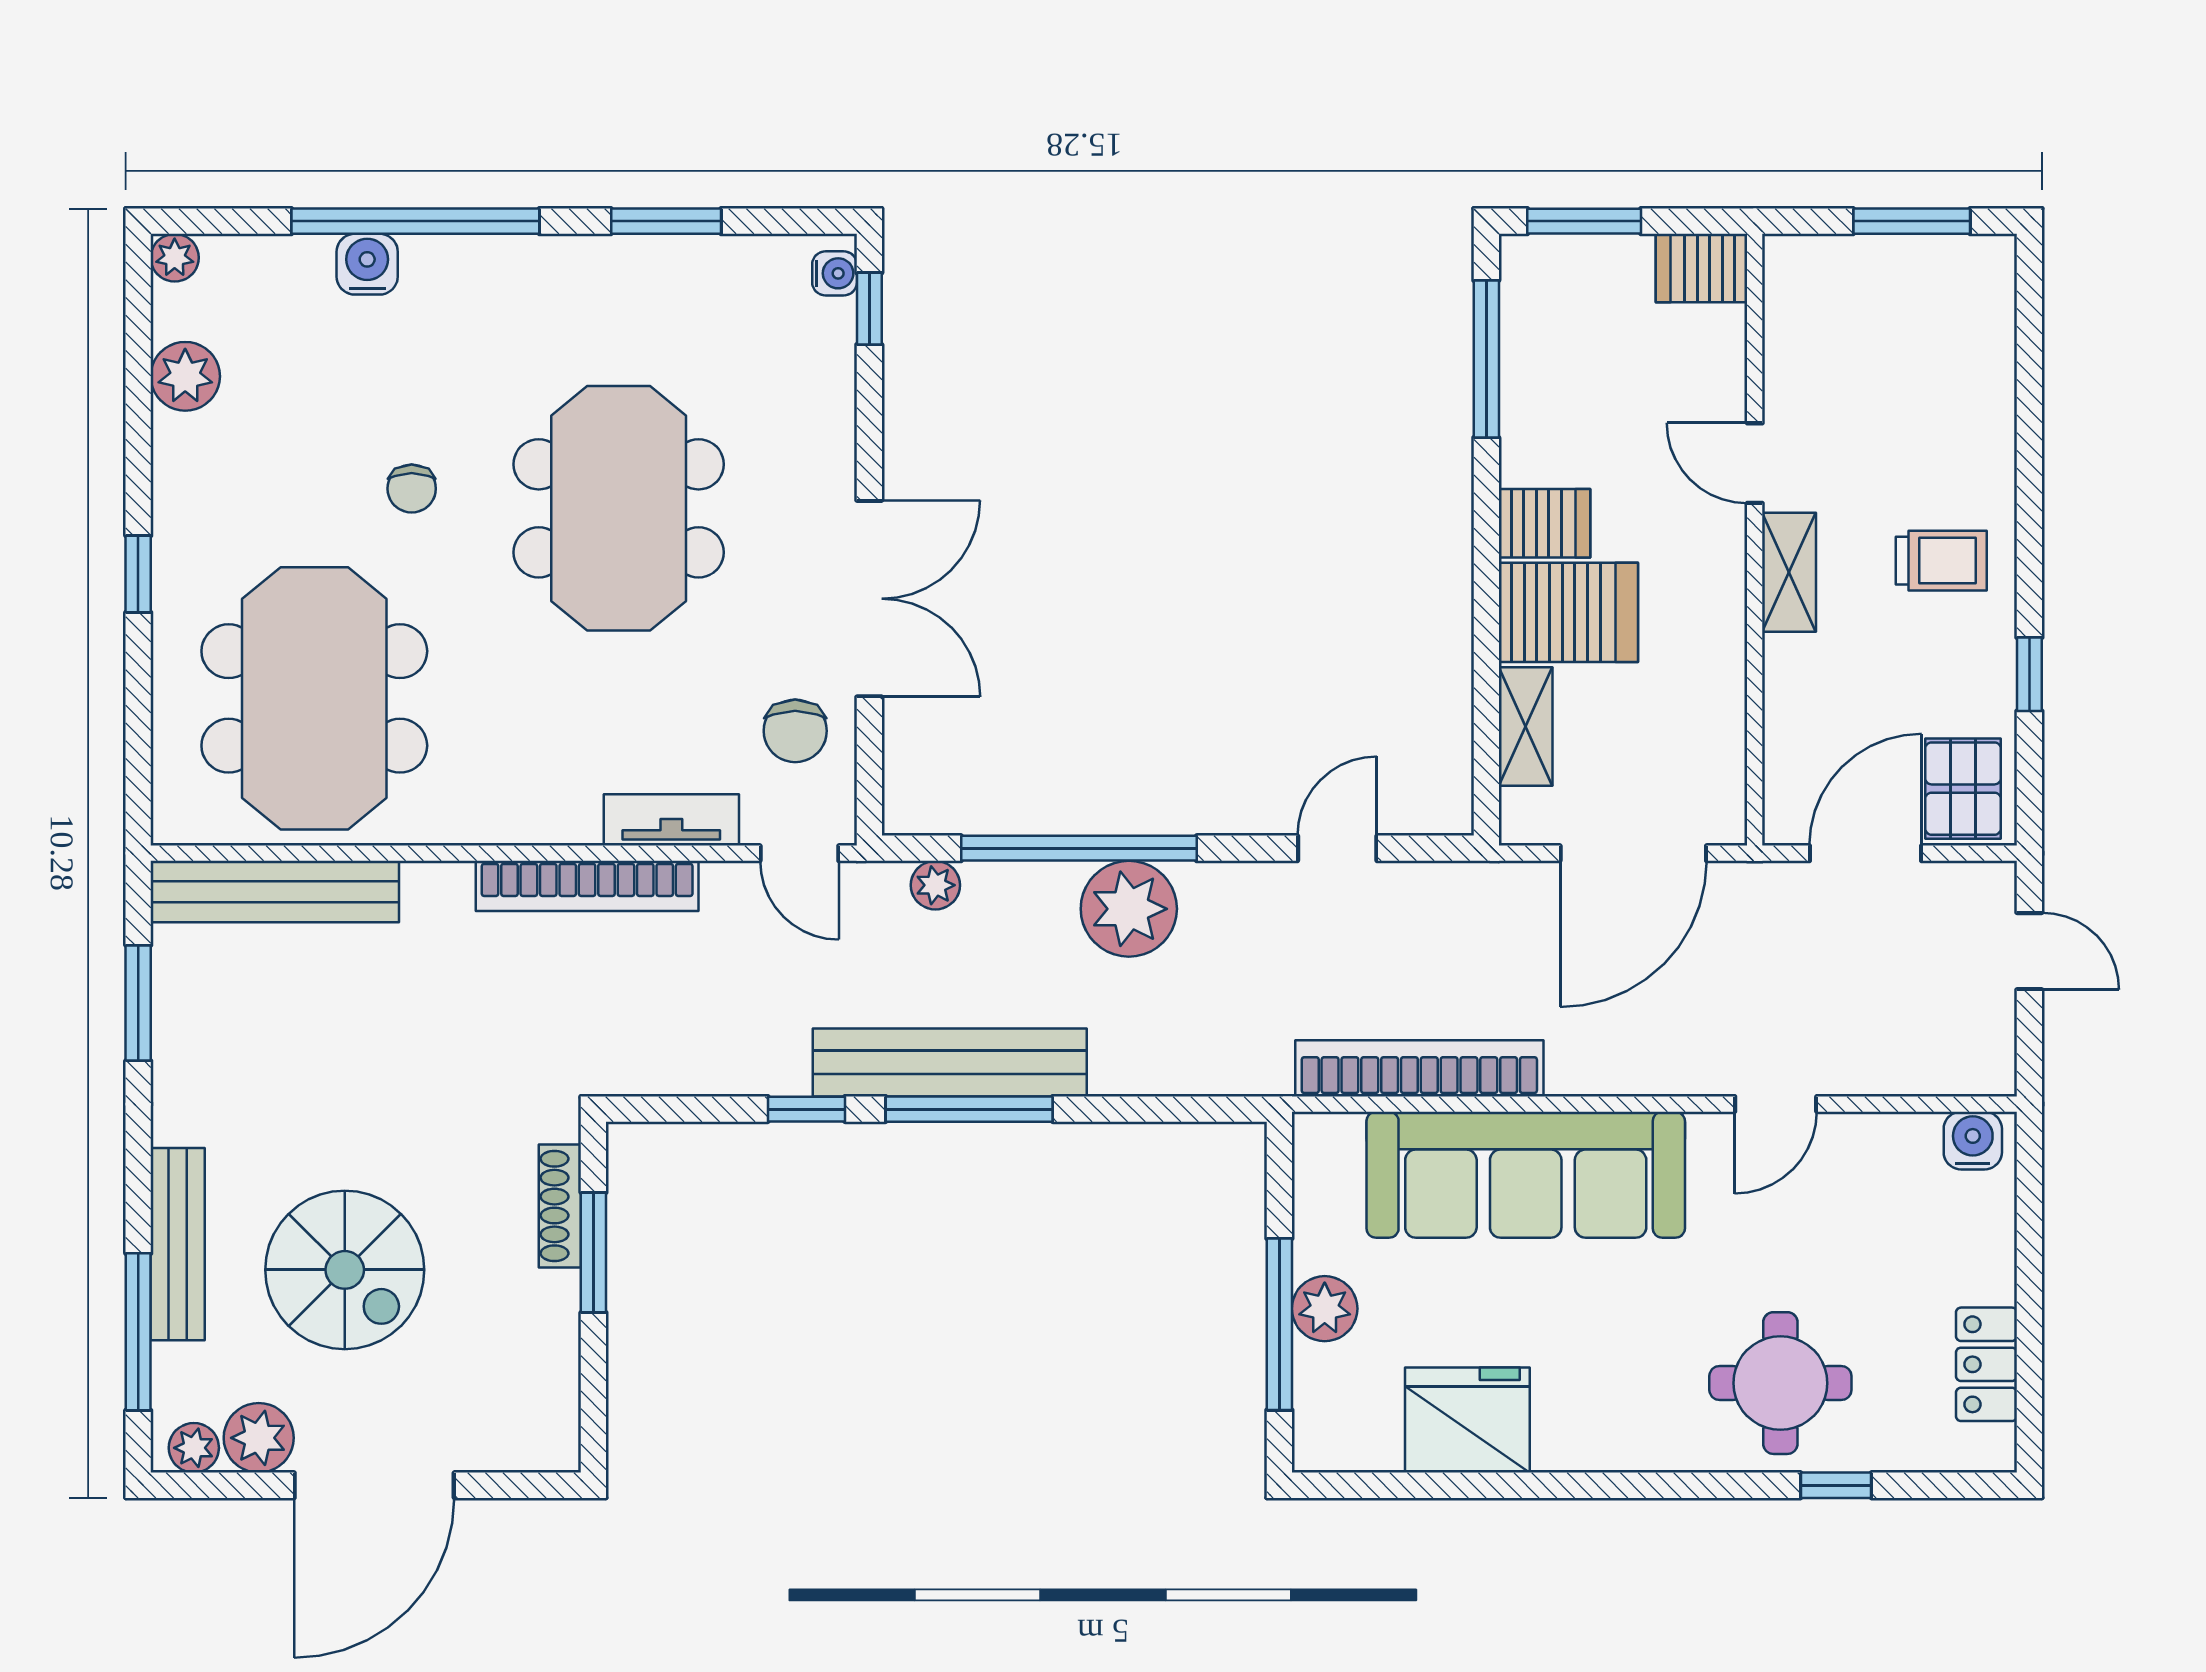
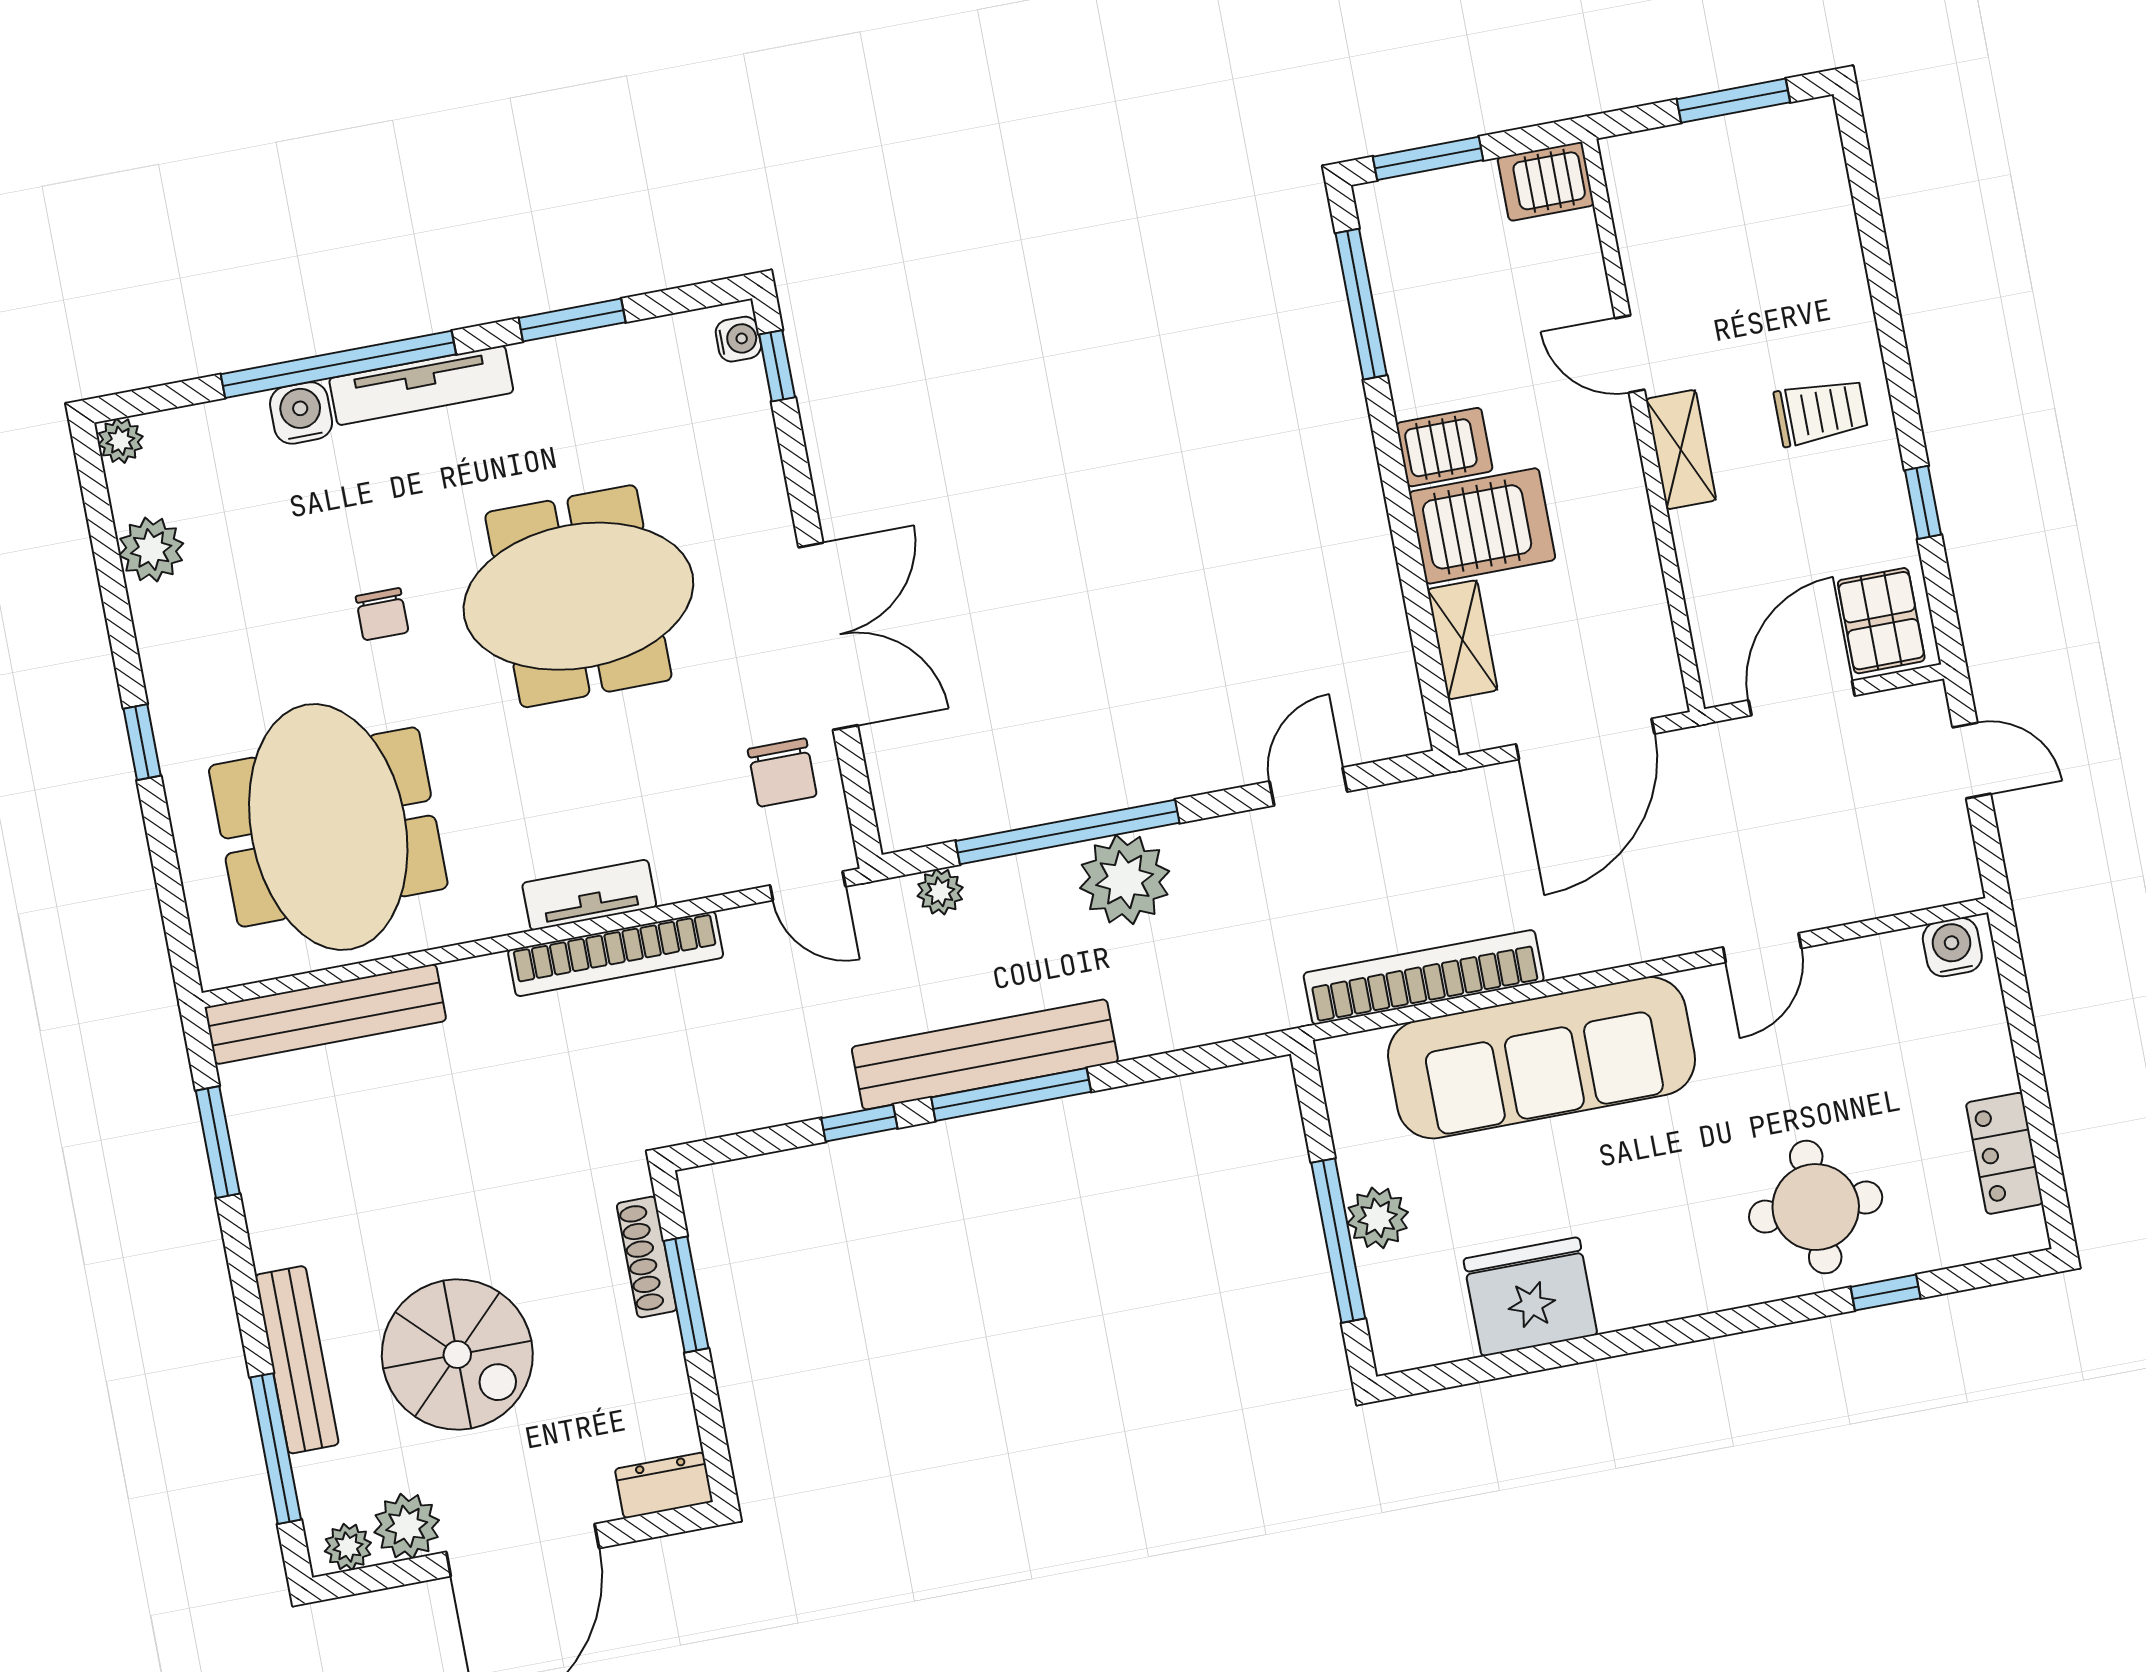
tv unit: (497, 259) -> (421, 385), added
meeting table: (619, 508) -> (578, 596), turned 90
tv unit: (671, 820) -> (589, 895), moved
dresser: (533, 1446) -> (664, 1485), added

